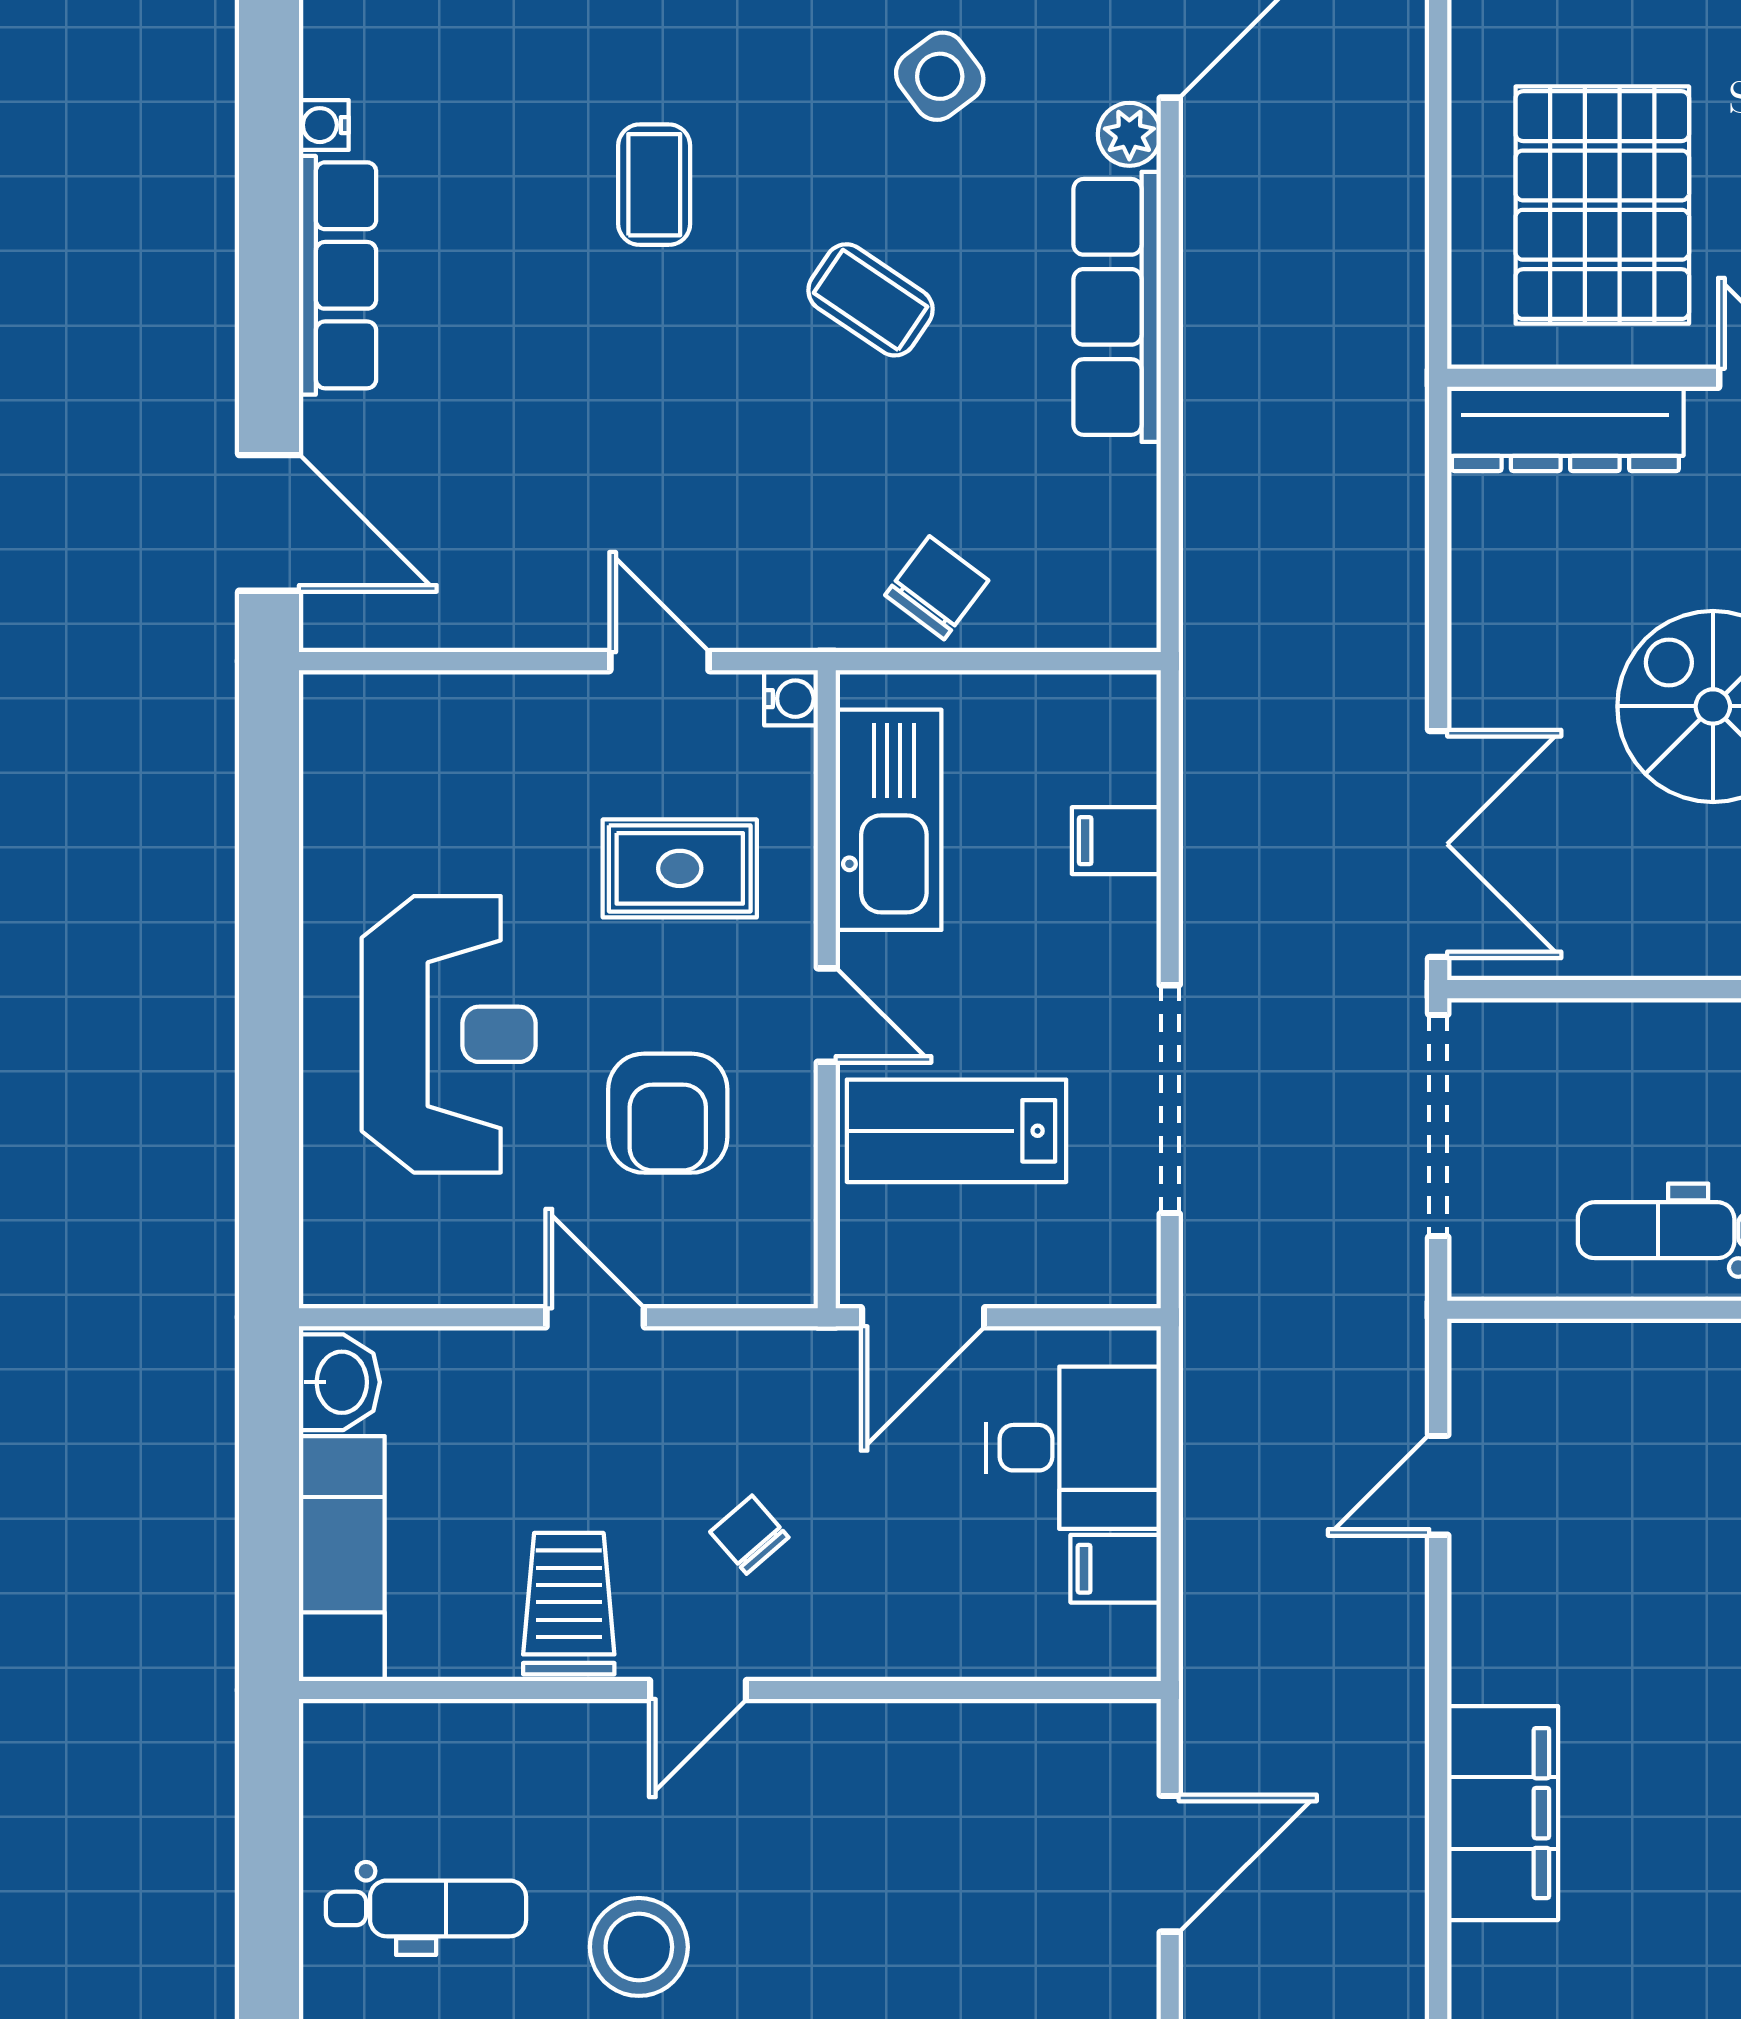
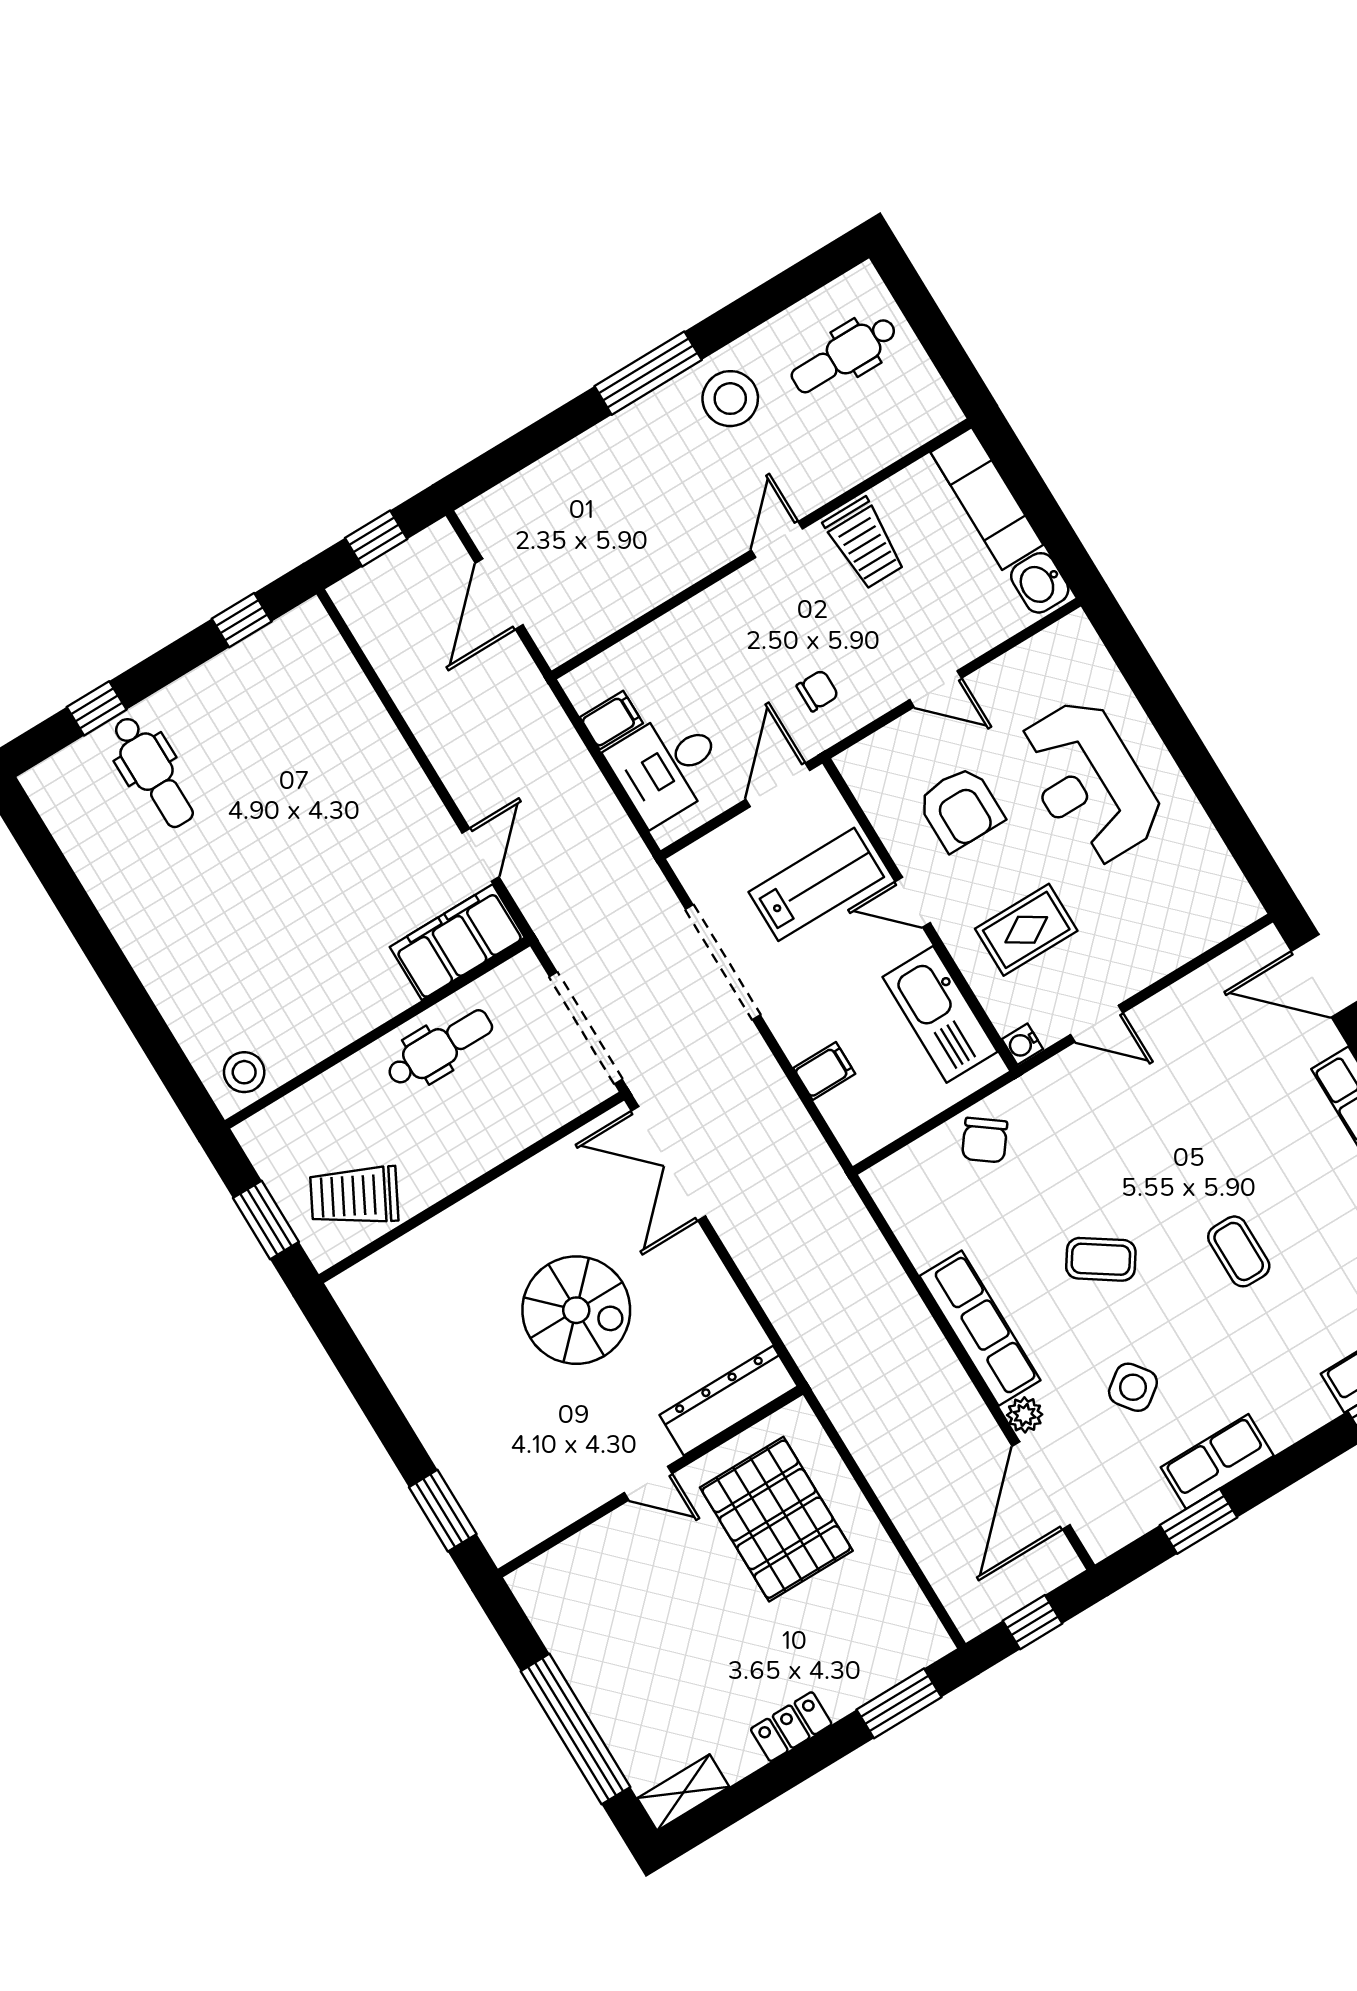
armchair: (668, 1113) -> (960, 808), turned 180
chair: (749, 1535) -> (817, 691), moved, turned -49
filing cabinet: (1503, 1813) -> (457, 942), moved, turned 90

